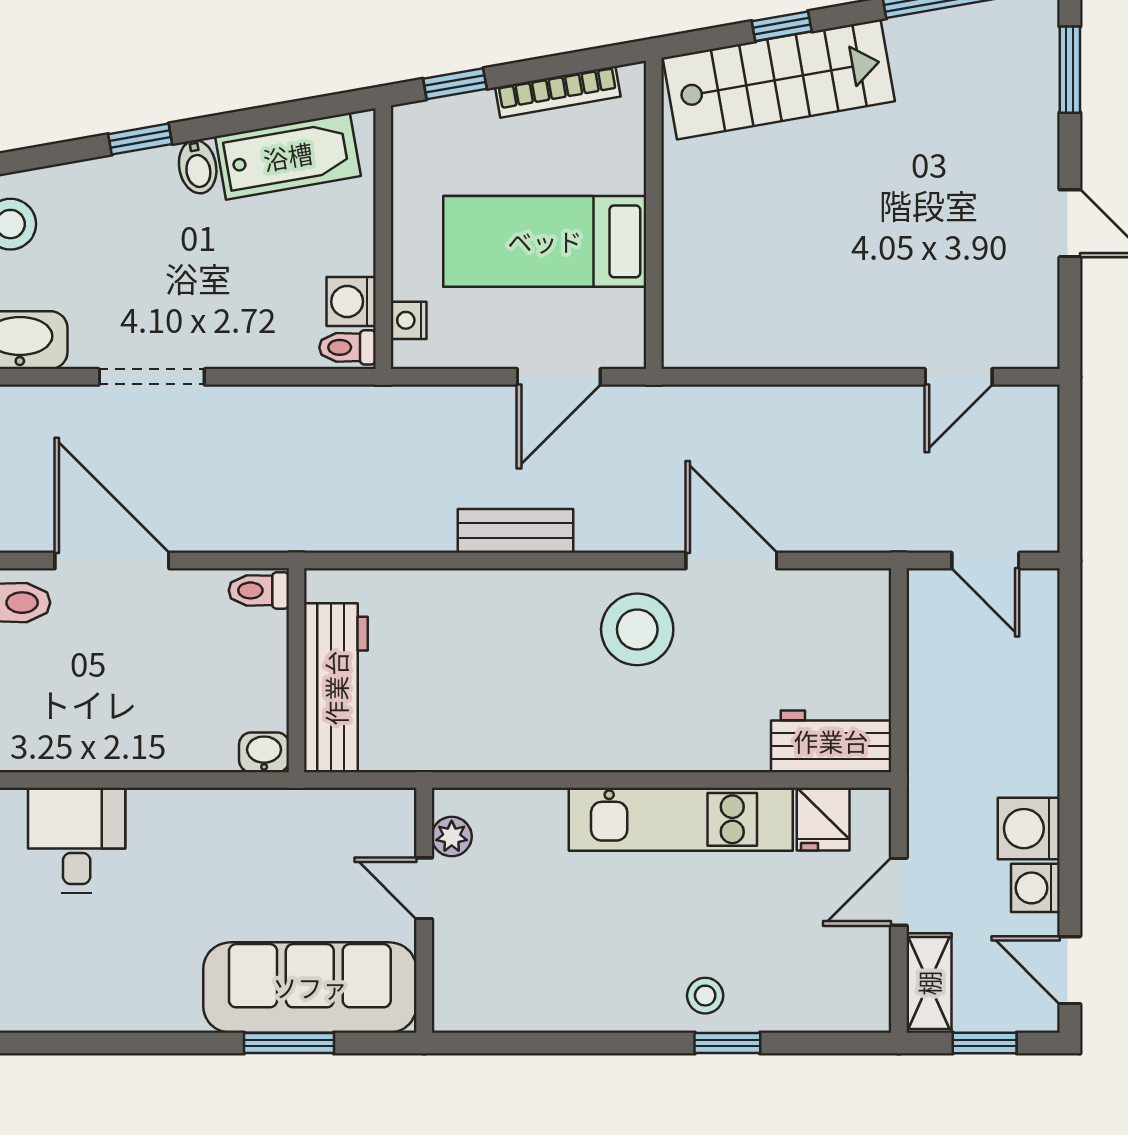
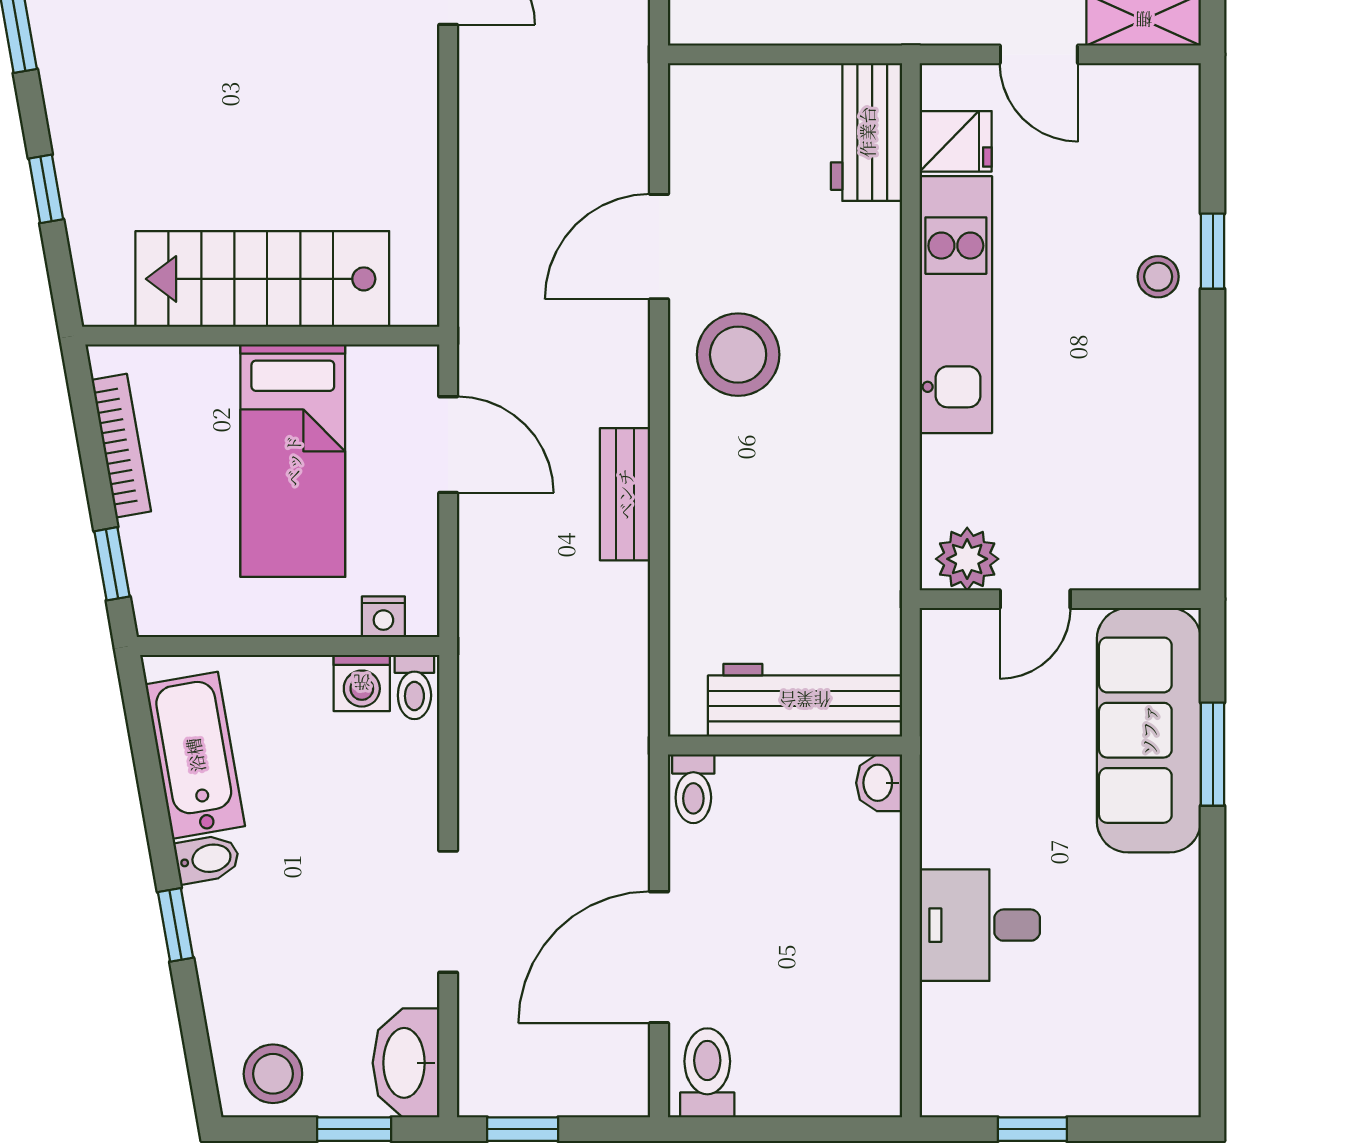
stairs: (779, 79) -> (262, 279), moved, turned -80
plant: (452, 837) -> (967, 559), width x1.38, depth x1.38
desk: (77, 840) -> (980, 925), moved

